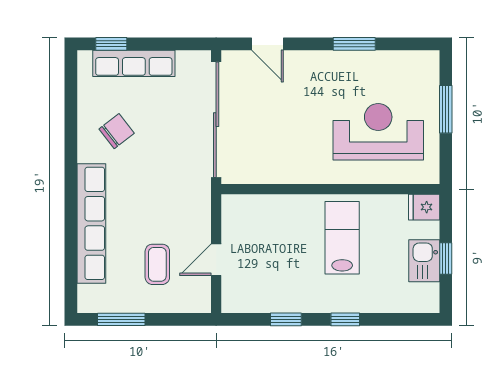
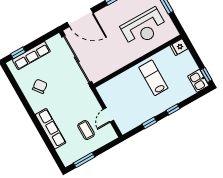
door: (267, 44) -> (80, 18), width x1.87
reception desk: (378, 132) -> (144, 28), turned 180
row of seats: (91, 223) -> (51, 129), width x0.73
window: (446, 259) -> (206, 75), moved
kitchen sink: (424, 261) -> (198, 81), moved

